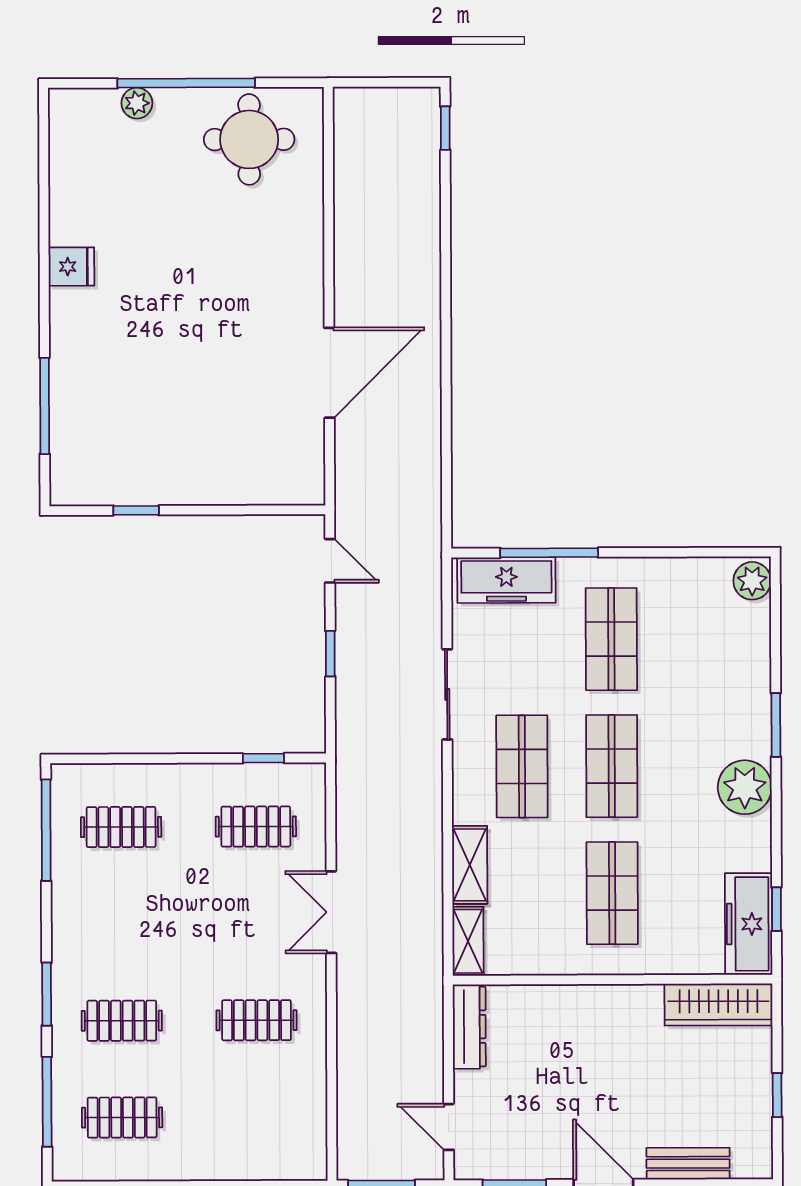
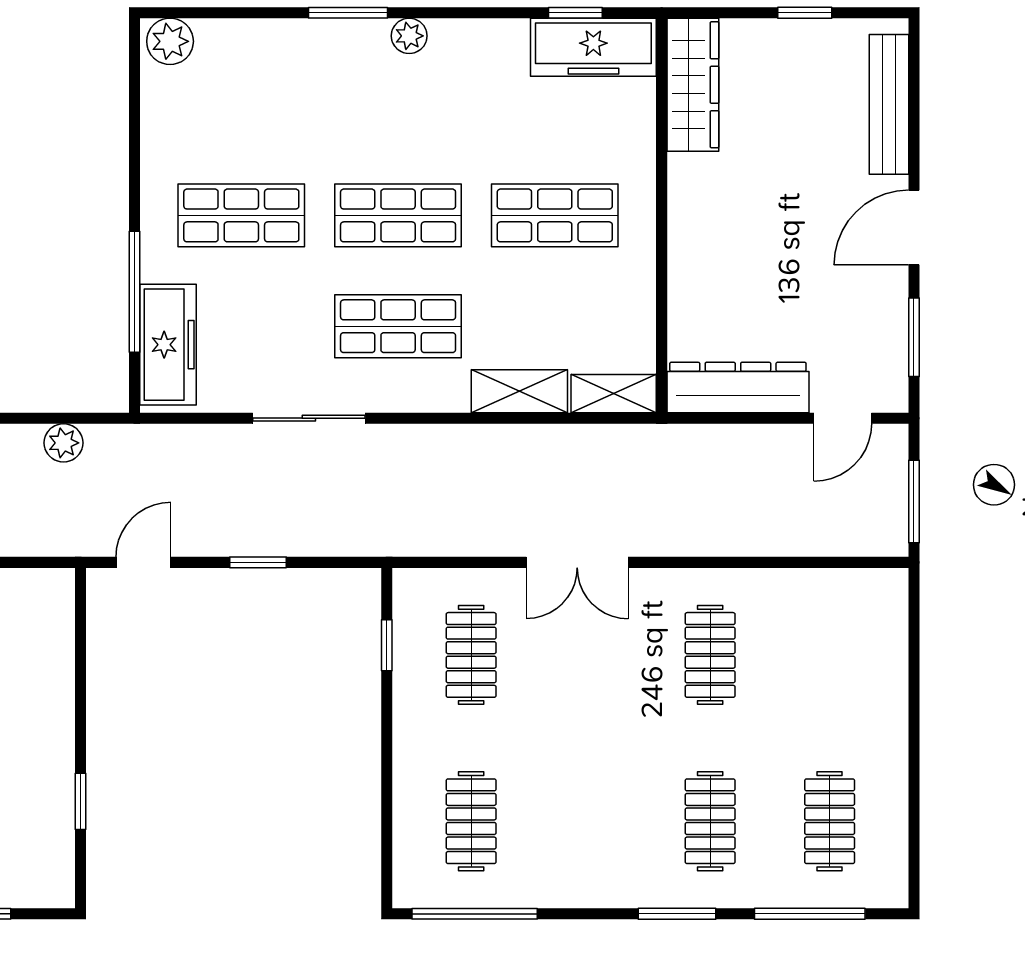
plant: (427, 496) -> (63, 443), added
plant: (745, 787) -> (409, 36), width x0.53, depth x0.53
dresser: (469, 1027) -> (738, 387), width x1.37, depth x1.24
bench: (688, 1164) -> (889, 104), width x1.36

